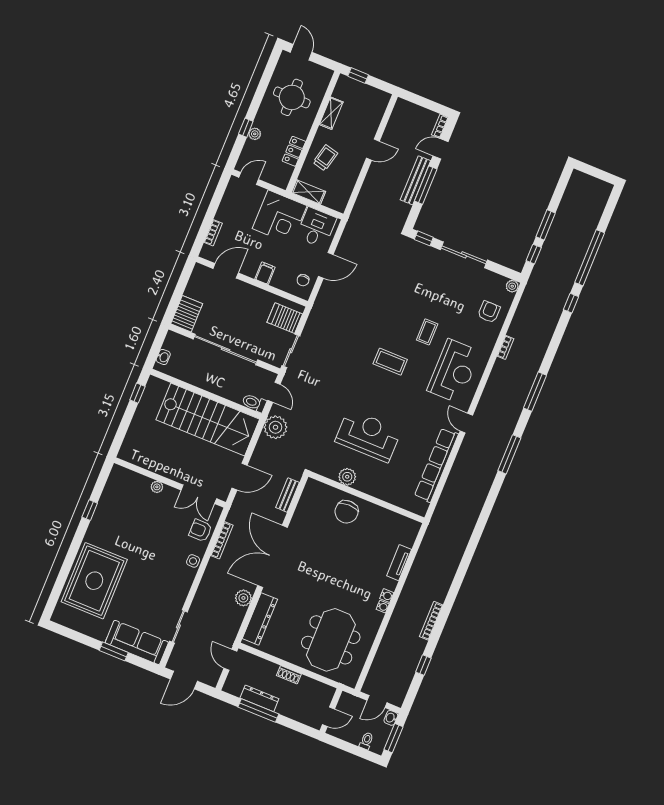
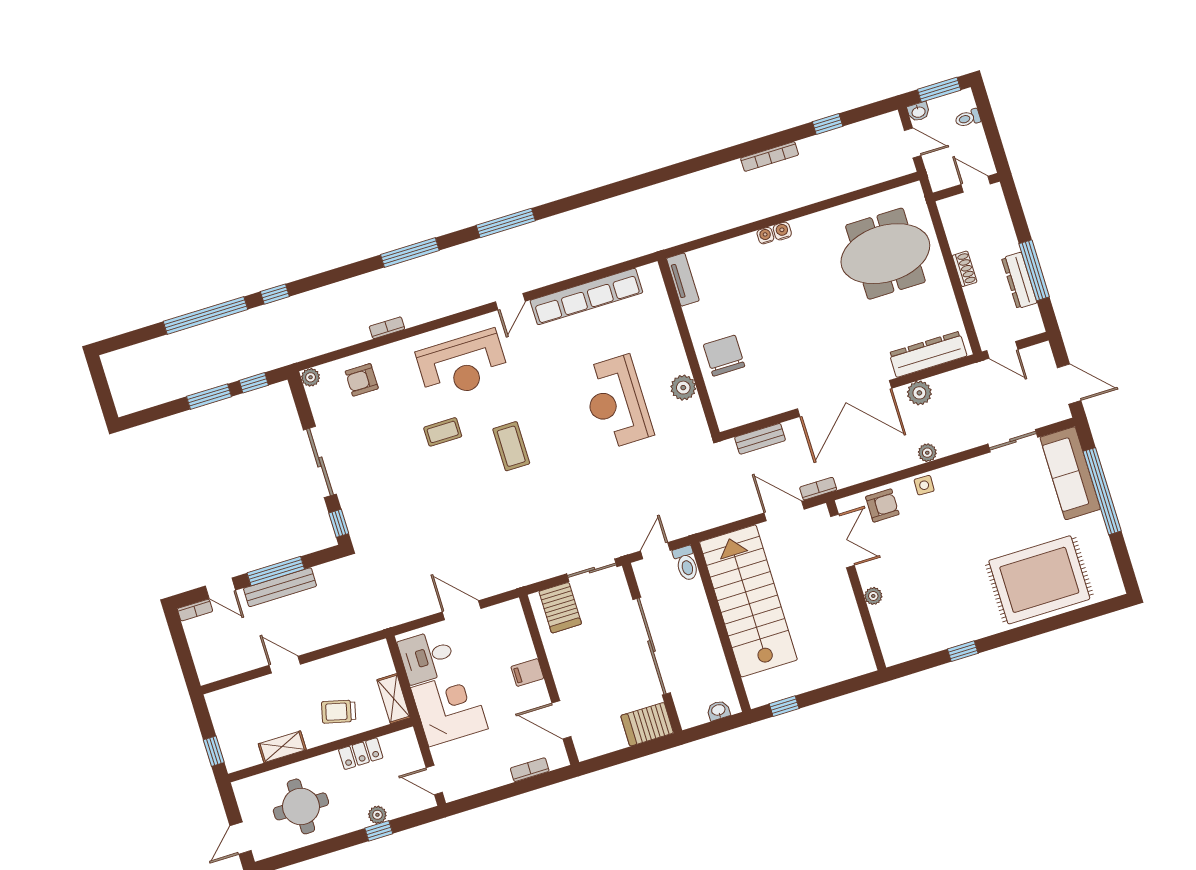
chair: (303, 280) -> (500, 622), removed
reception desk: (454, 371) -> (463, 365), turned 180
plant: (275, 427) -> (927, 453), moved, width x0.53, depth x0.53
chair: (346, 512) -> (724, 356), turned -90
armchair: (200, 530) -> (882, 505), turned -90
bookcase: (222, 540) -> (818, 489), moved, width x0.64
tv unit: (399, 563) -> (683, 280), moved, turned -90
water cooler: (383, 607) -> (765, 236), moved
window: (114, 651) -> (1102, 491), width x2.11
door: (230, 660) -> (1002, 350), hinge flipped

